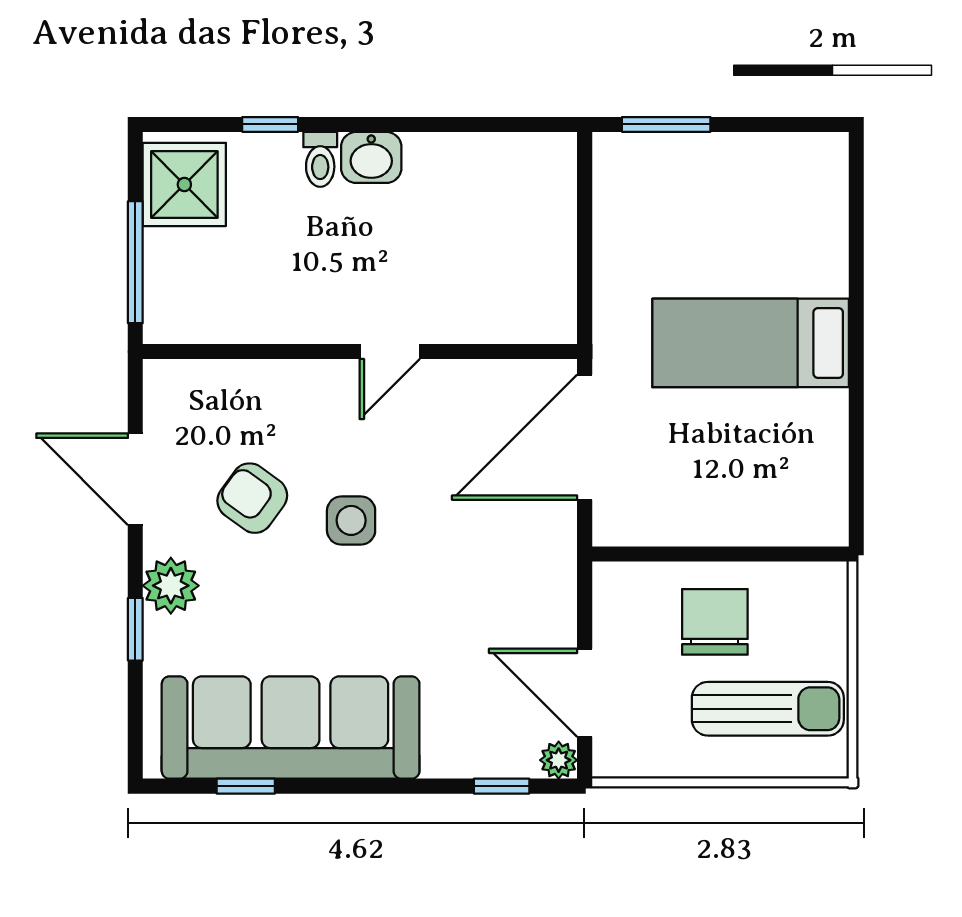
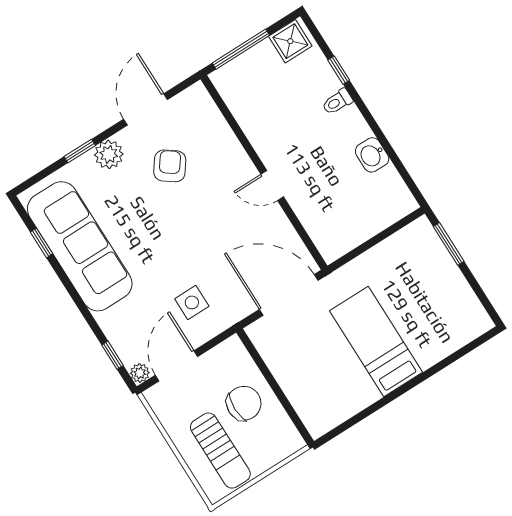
washbasin: (371, 157) -> (372, 155), moved
shower: (184, 184) -> (290, 41), width x0.73, depth x0.73
side table: (351, 520) -> (192, 302), moved

